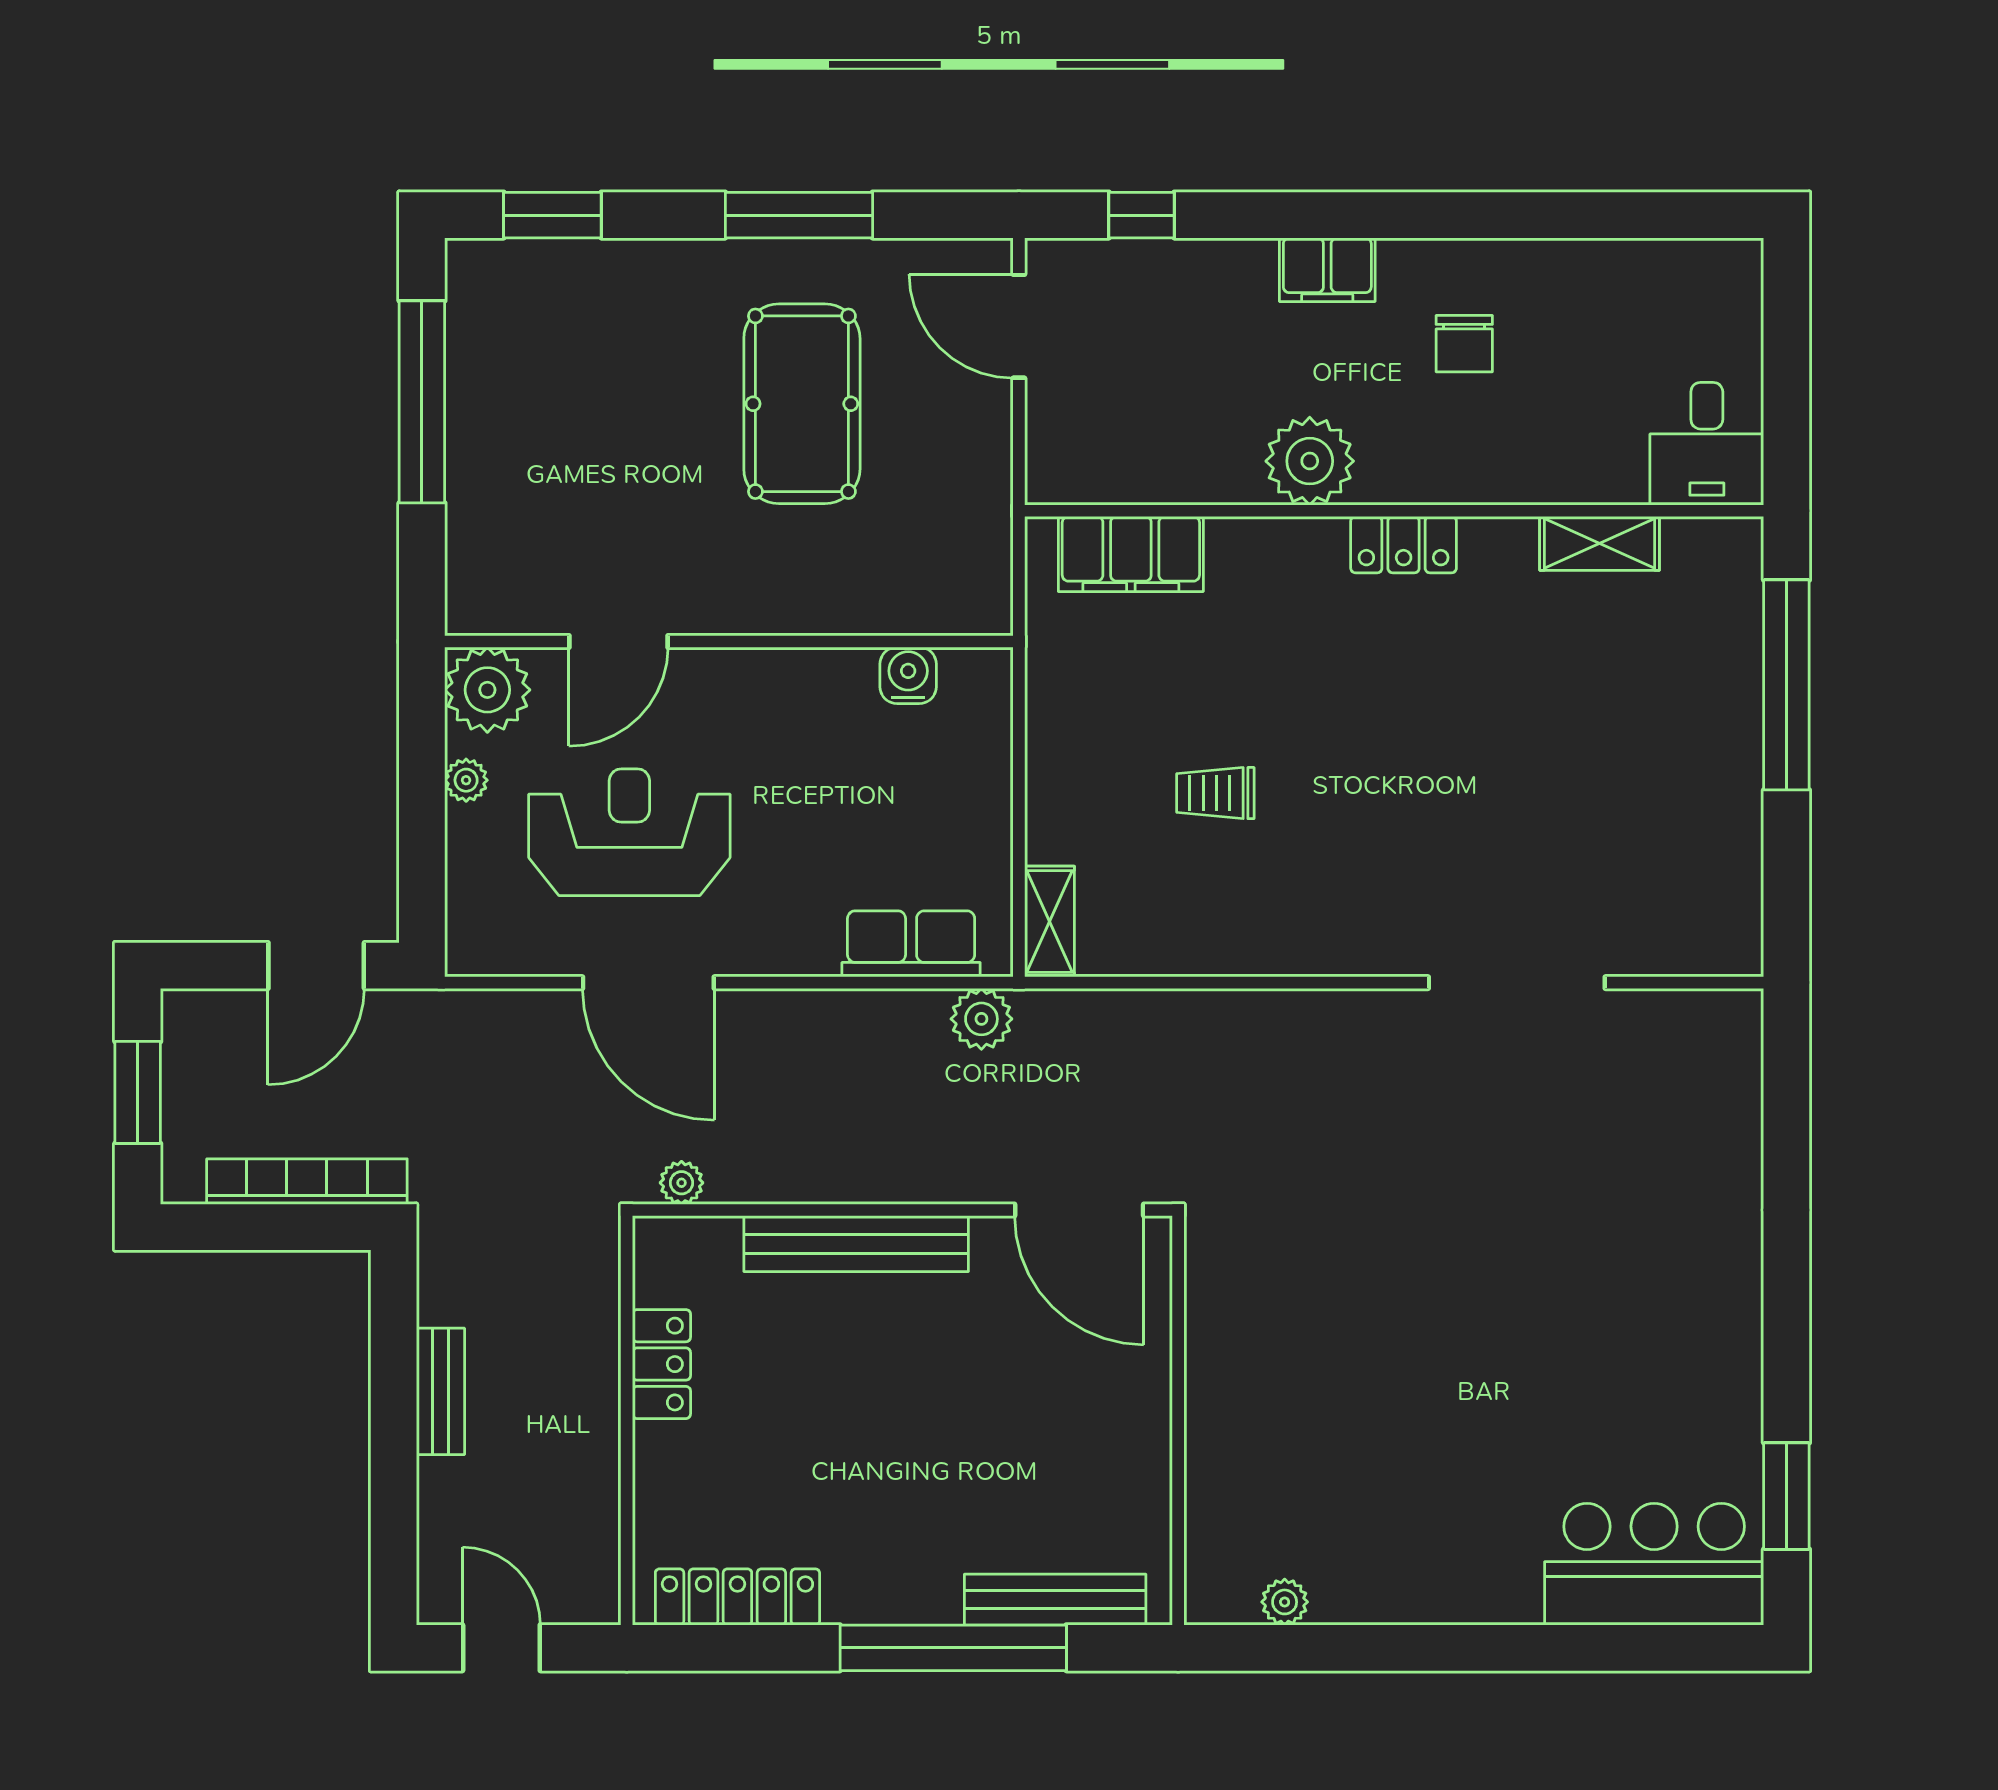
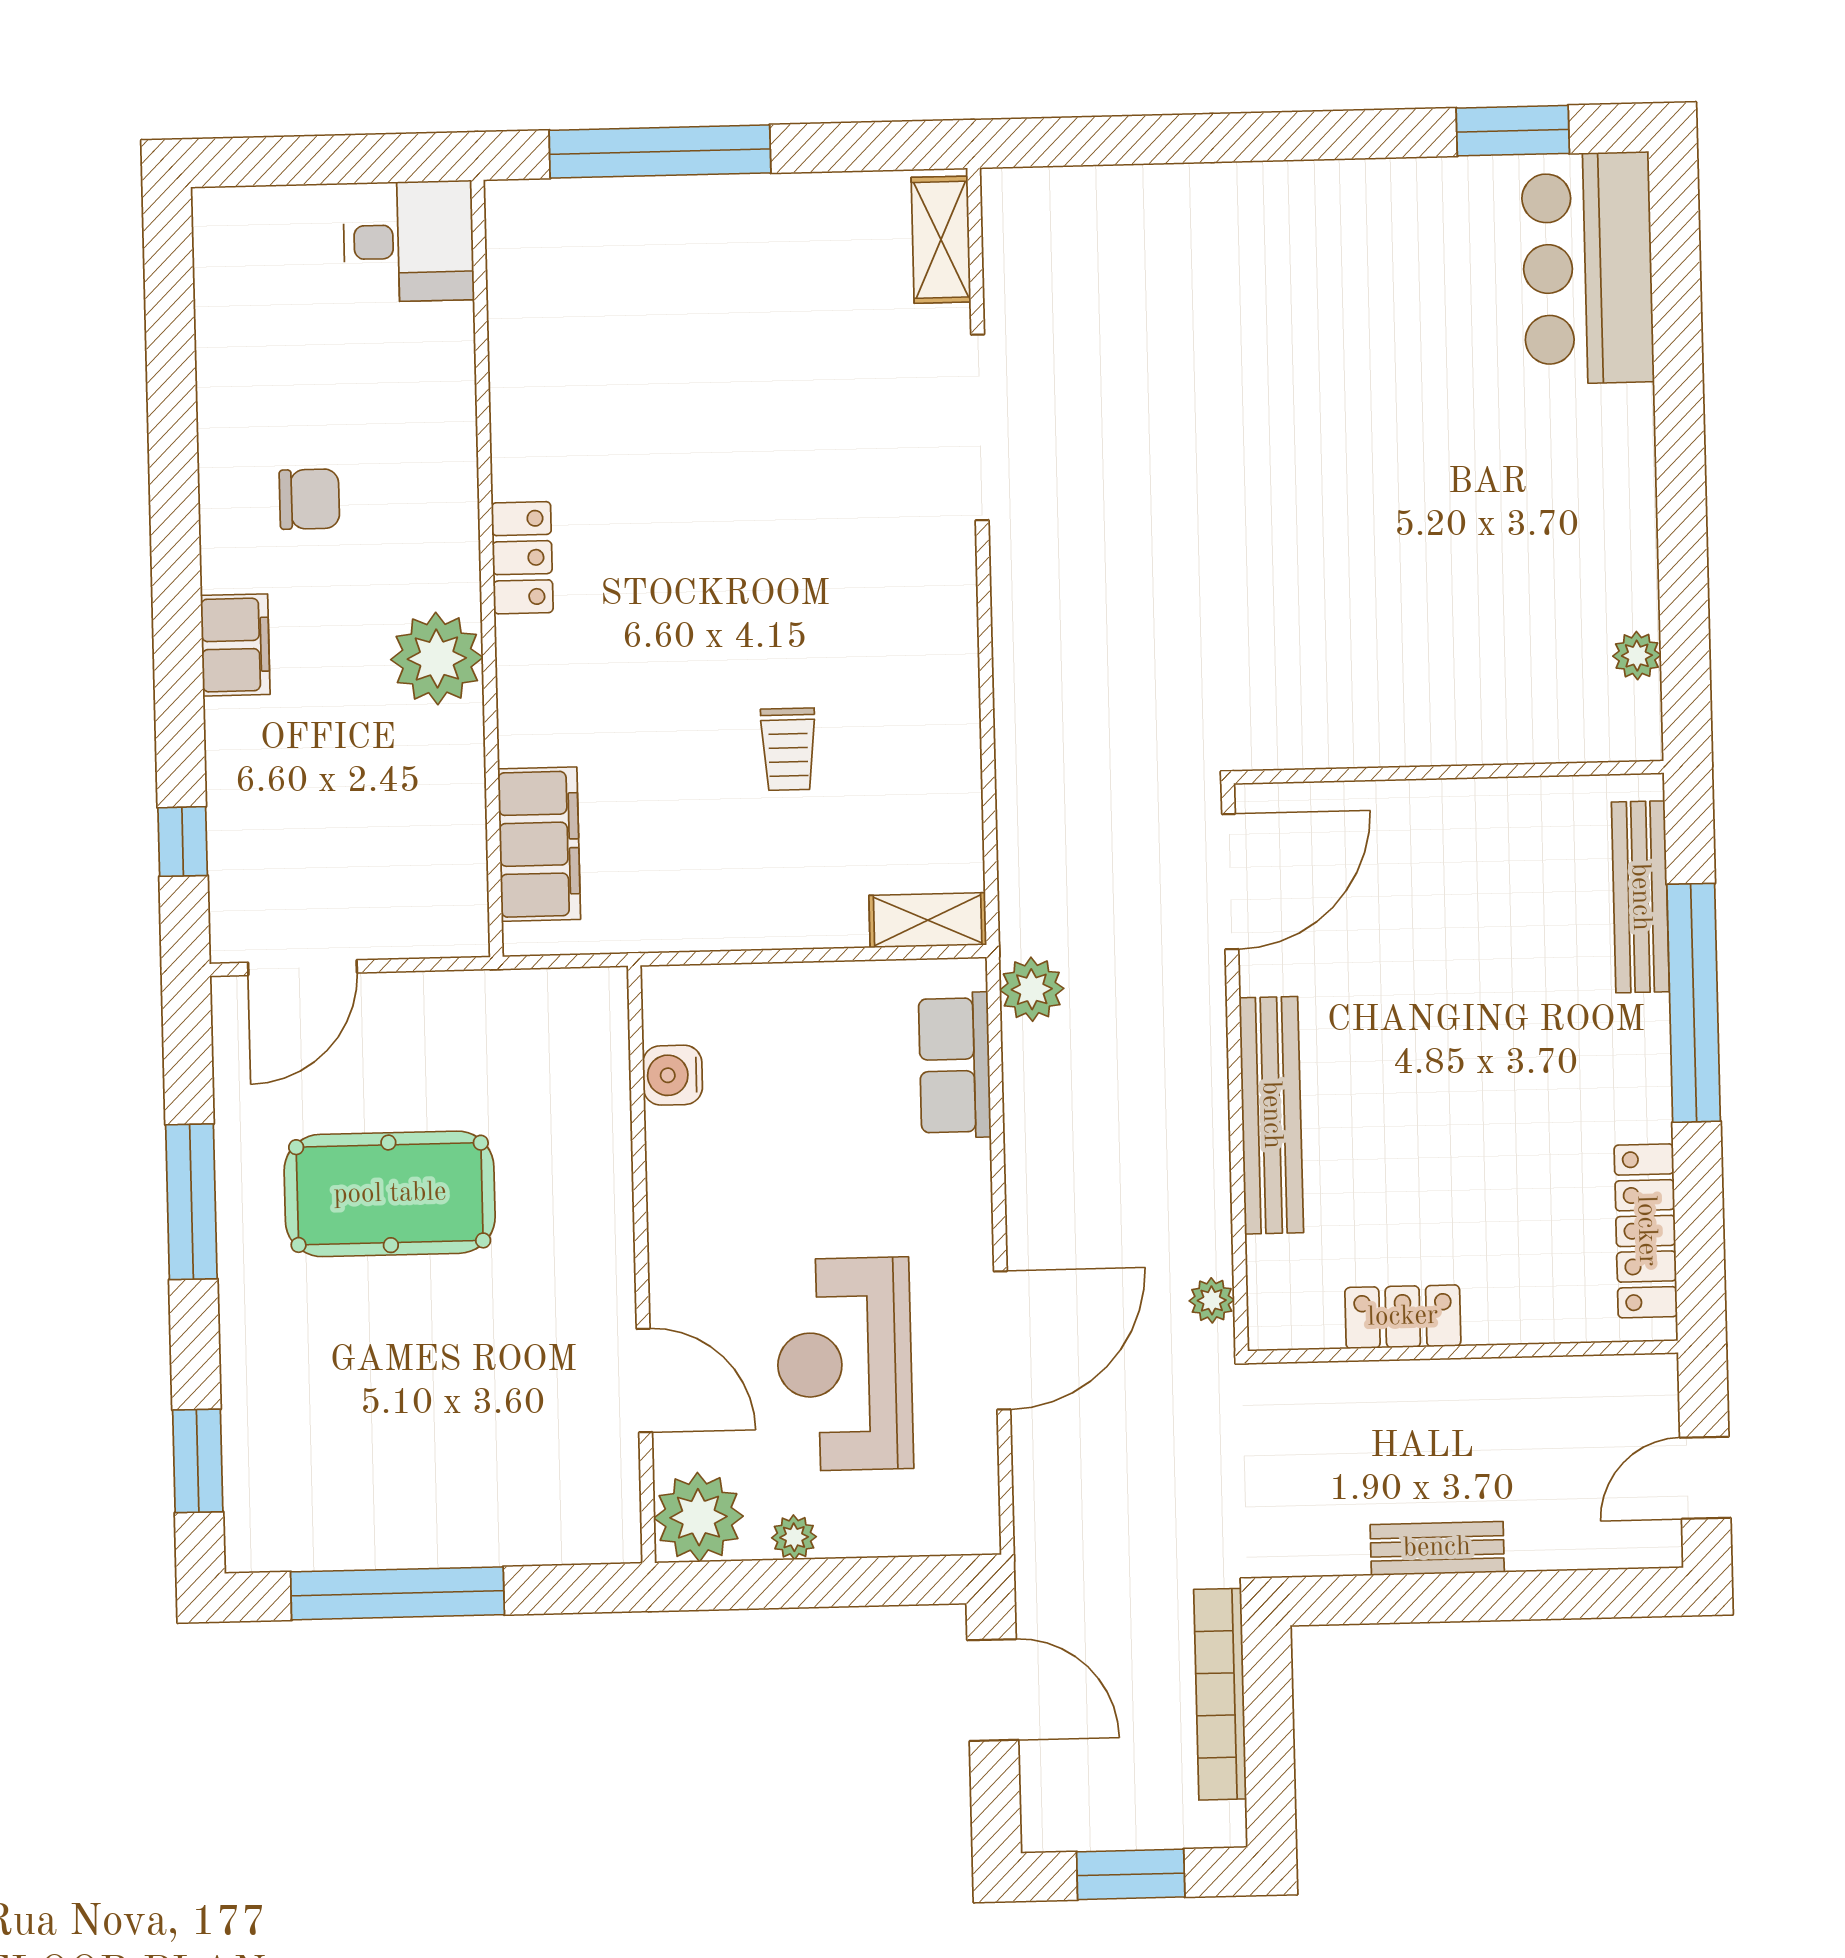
shelving: (1600, 543) -> (941, 240), moved

